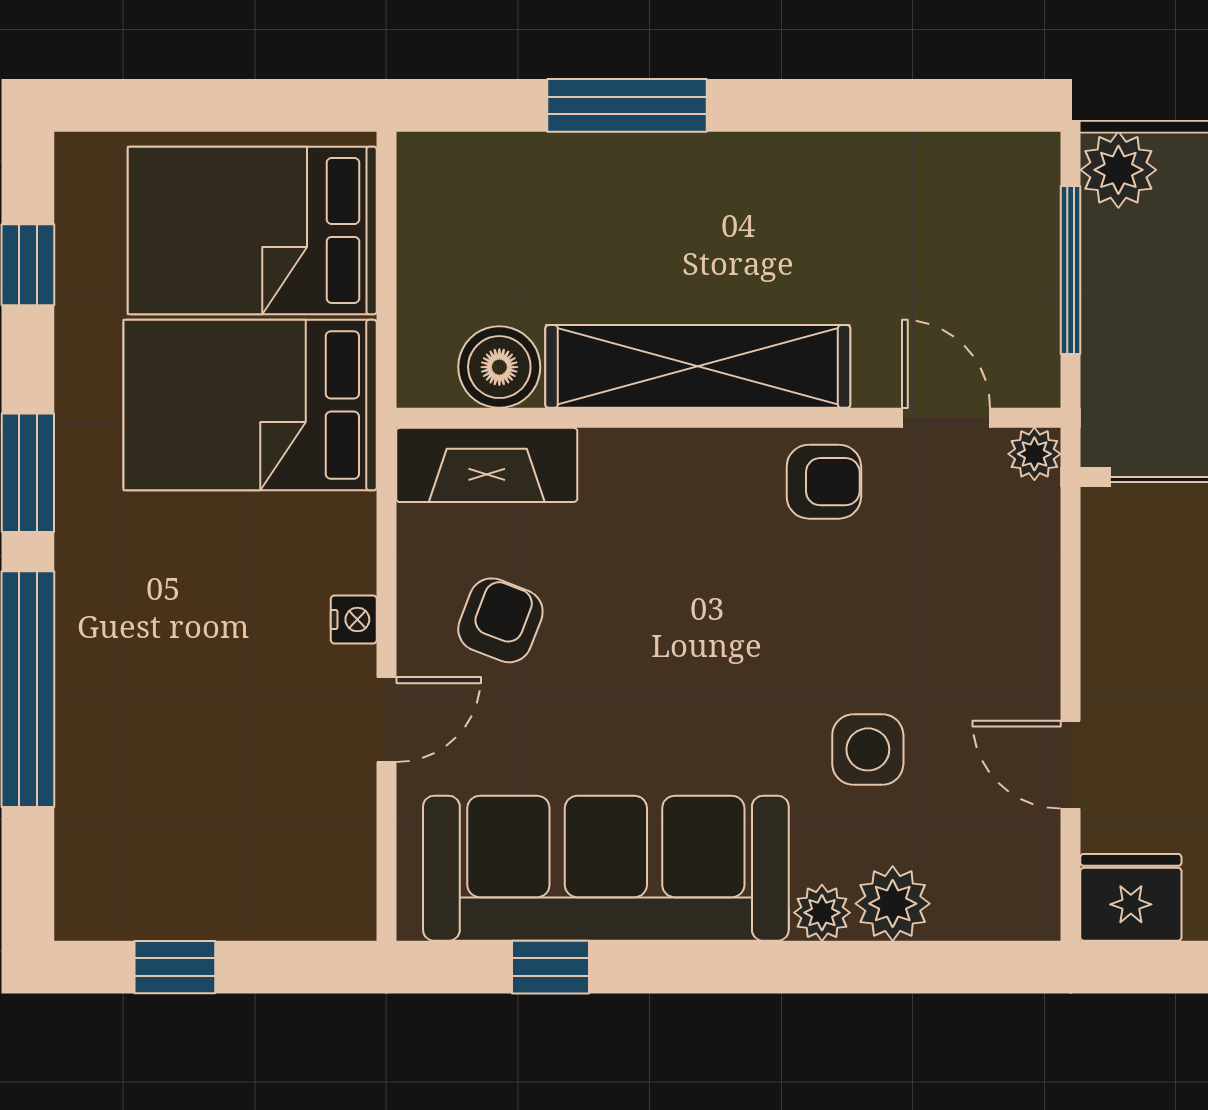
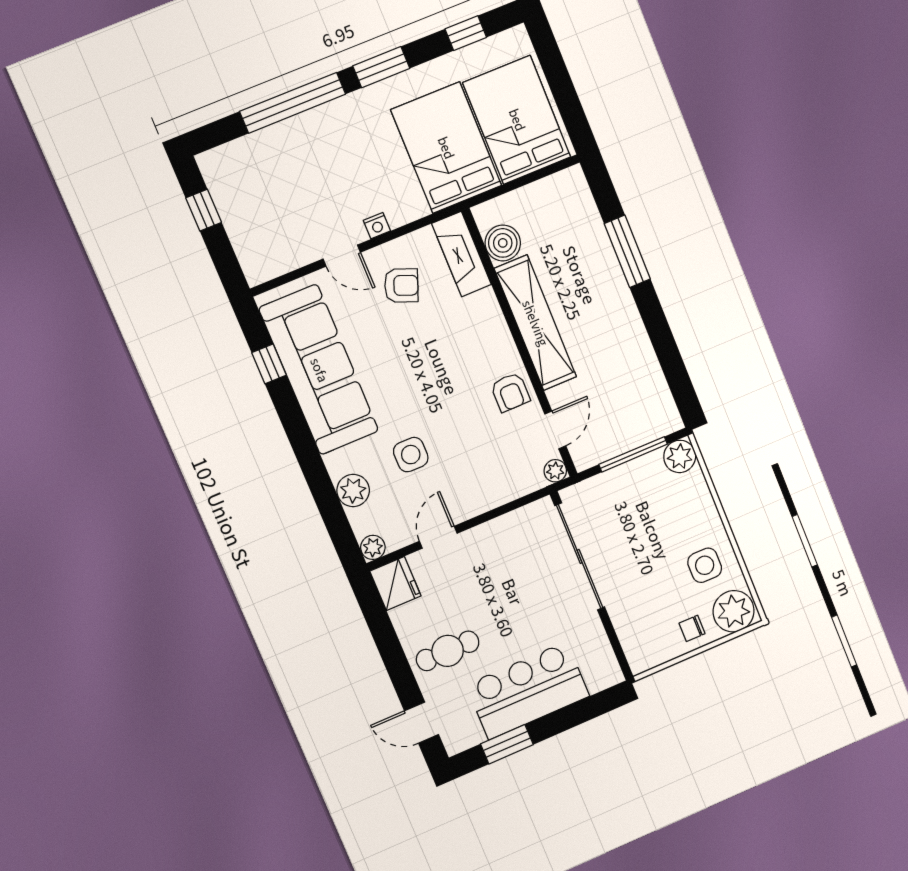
plant: (822, 913) -> (373, 547), moved

